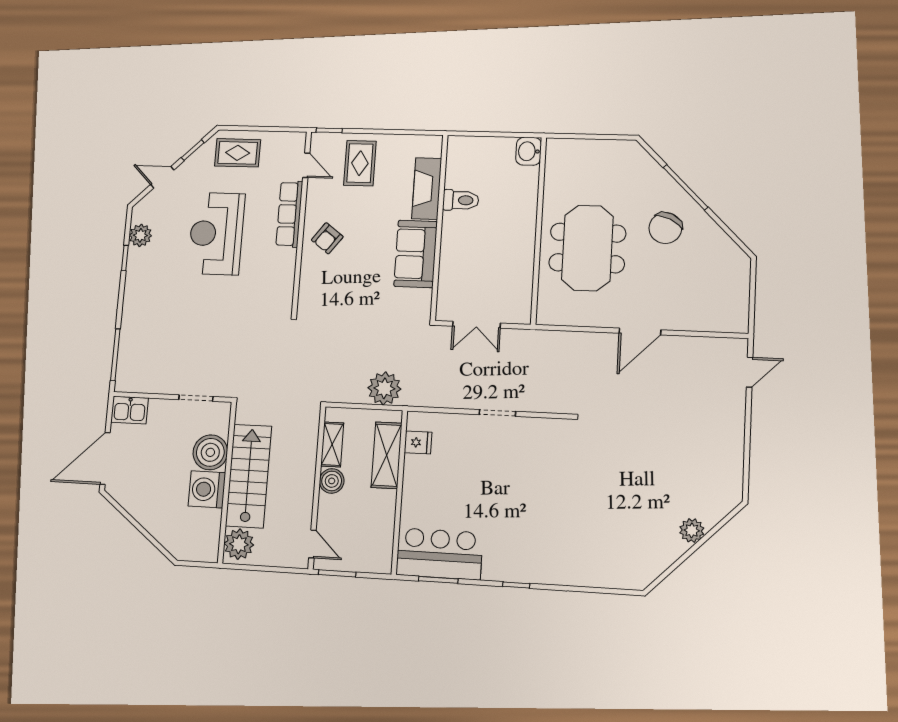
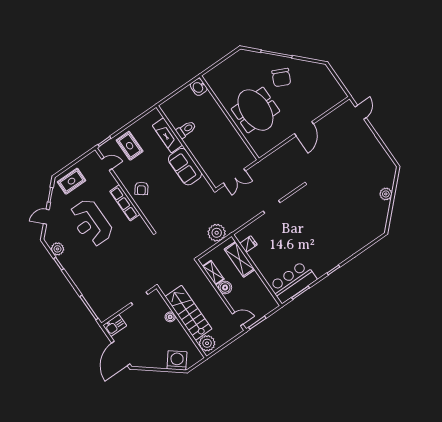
row of seats: (289, 214) -> (125, 203), moved
boiler: (210, 452) -> (170, 317), width x0.54, depth x0.54
washing machine: (207, 489) -> (177, 360), moved, turned 129

